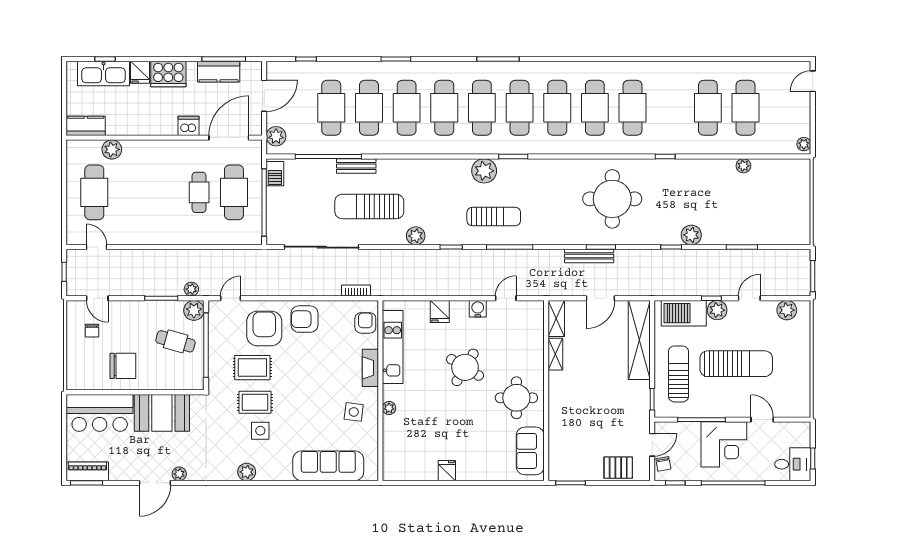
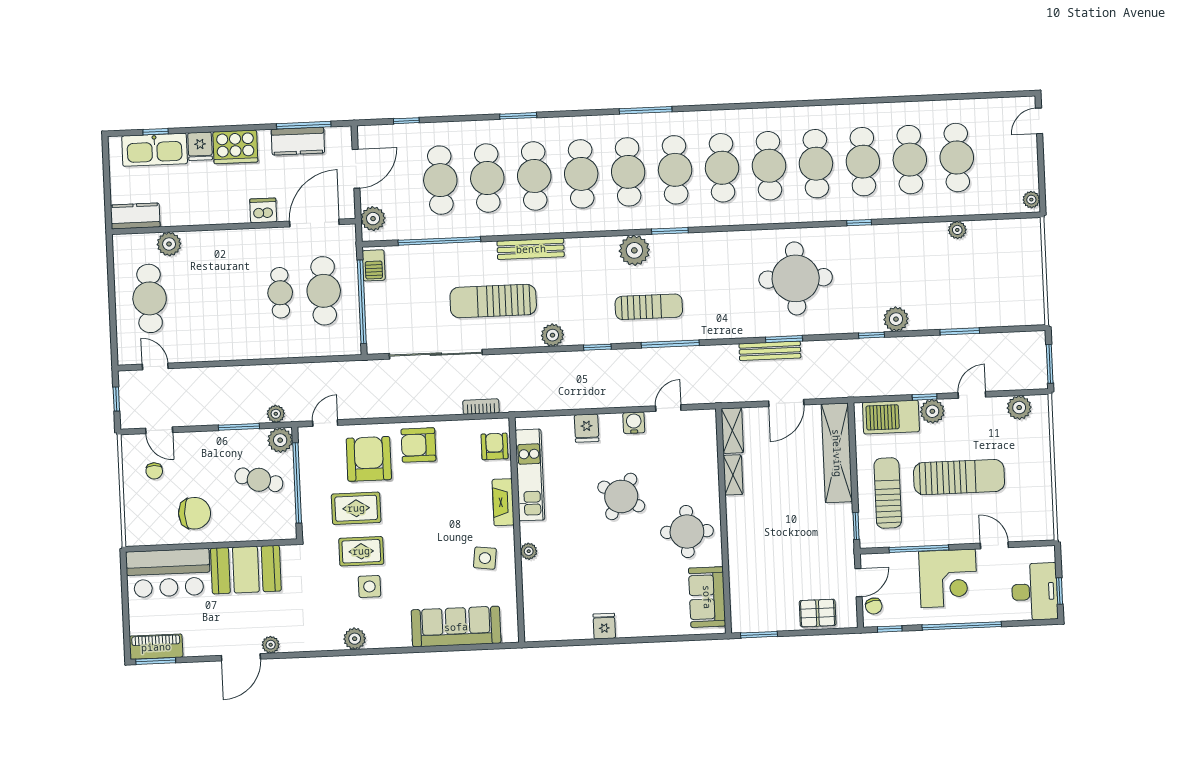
cafe table: (670, 108) -> (863, 162), added
bench: (356, 166) -> (531, 249), moved, width x1.36
desk: (793, 464) -> (1035, 592), width x1.37

